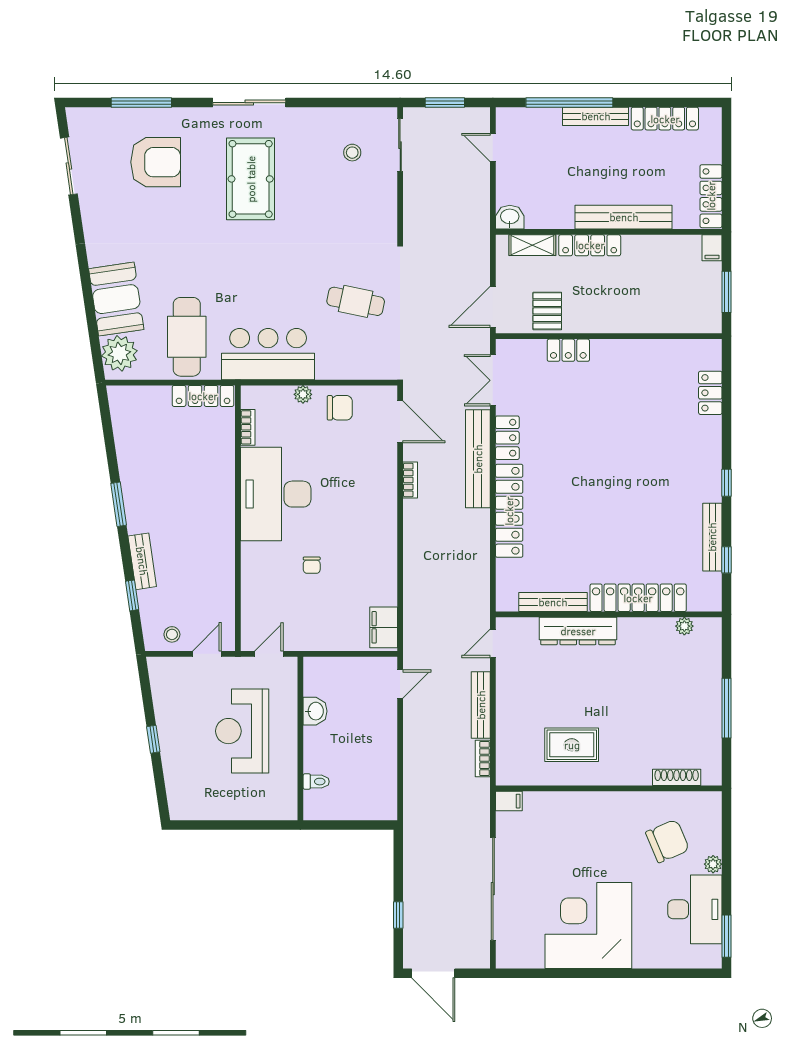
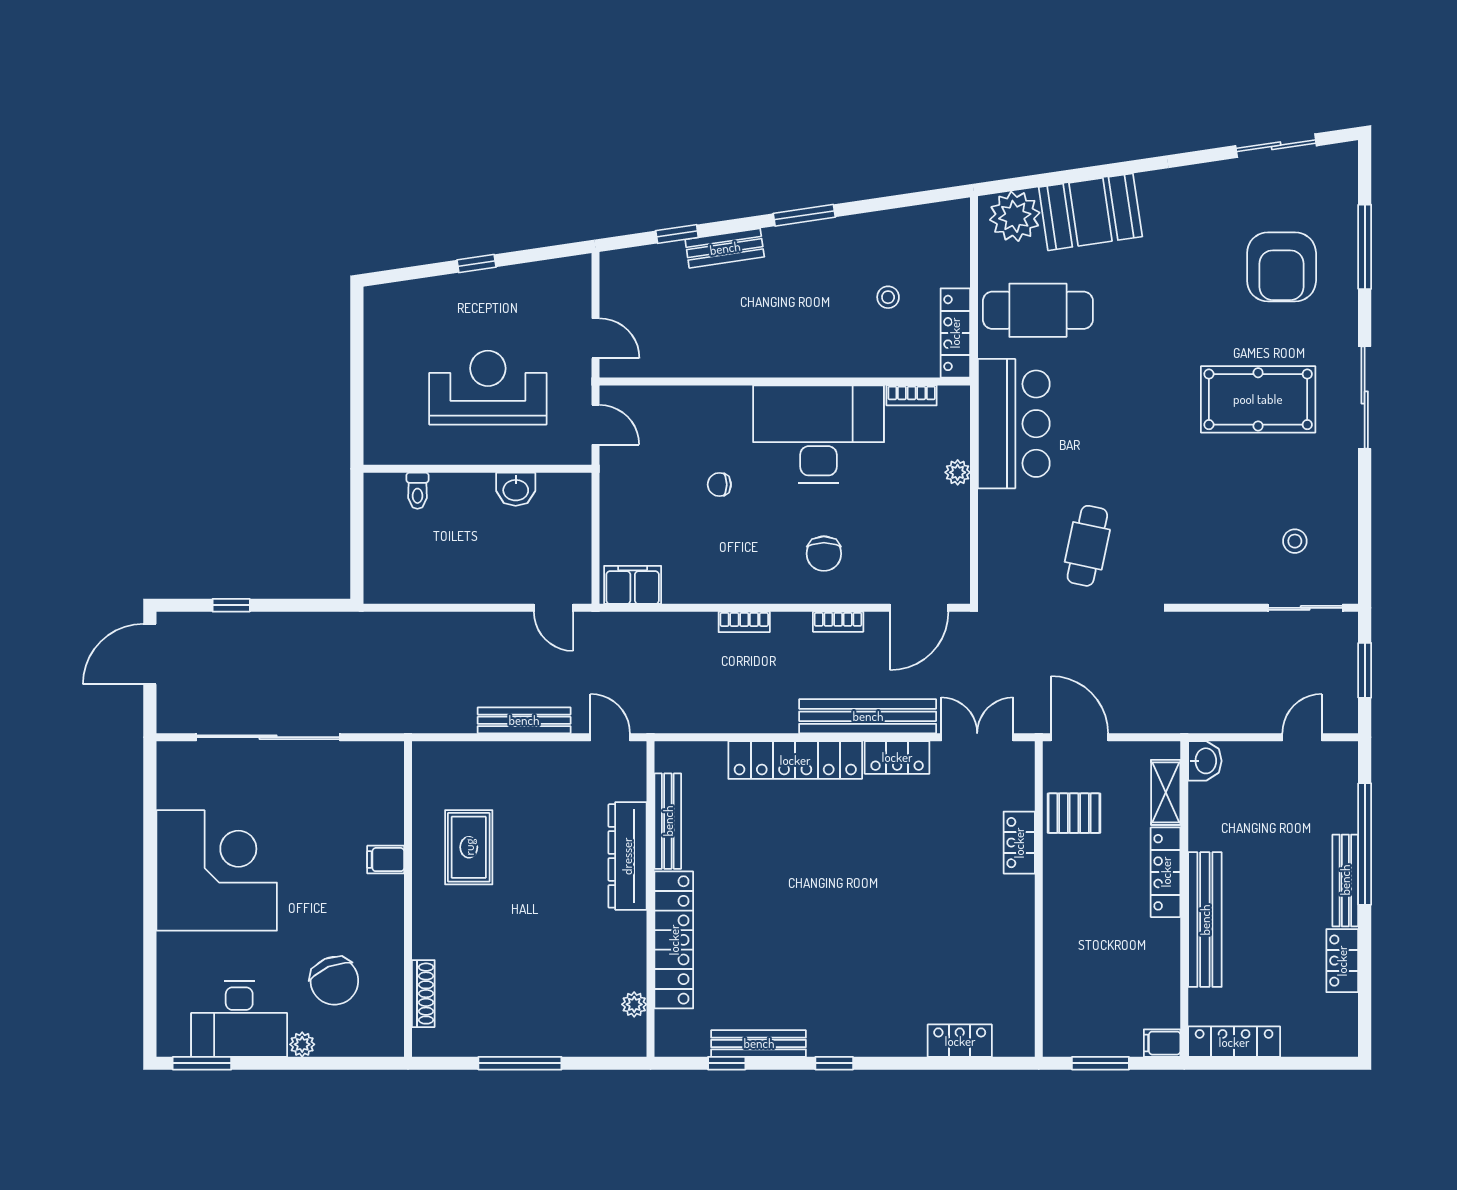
locker: (665, 119) -> (1342, 961), width x0.66
chair: (340, 408) -> (824, 554), moved
stool: (172, 634) -> (888, 297), moved
bookcase: (483, 759) -> (744, 622), moved, turned 180
filing cabinet: (509, 801) -> (386, 860), moved, turned 90

